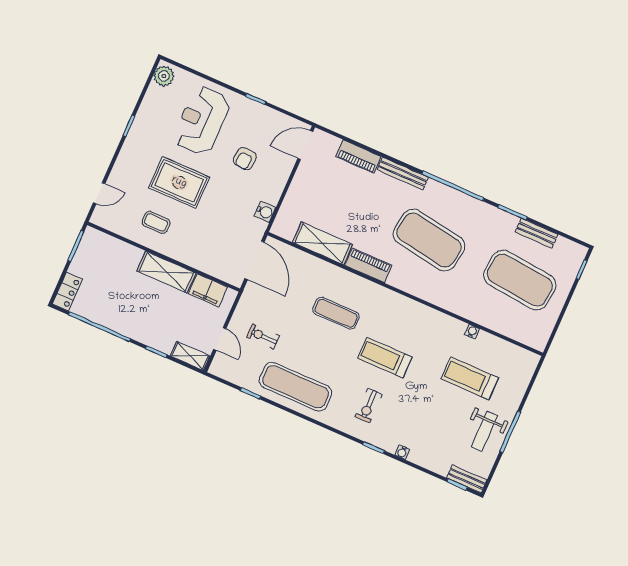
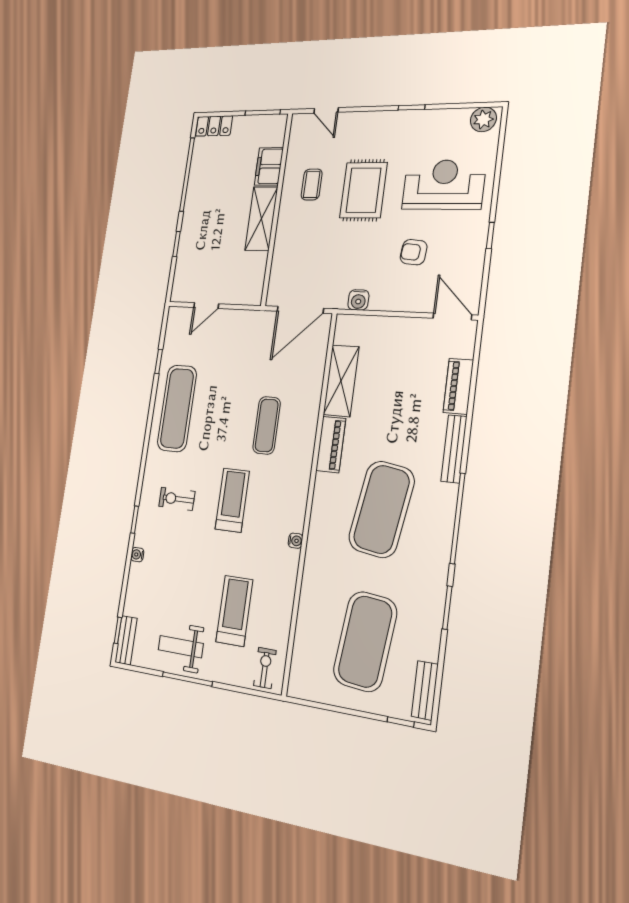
bench: (537, 233) -> (425, 690), moved
filing cabinet: (208, 290) -> (269, 166), moved
water cooler: (472, 332) -> (295, 541), moved
exercise bike: (263, 336) -> (265, 668), moved
shelving: (190, 356) -> (181, 281), removed

